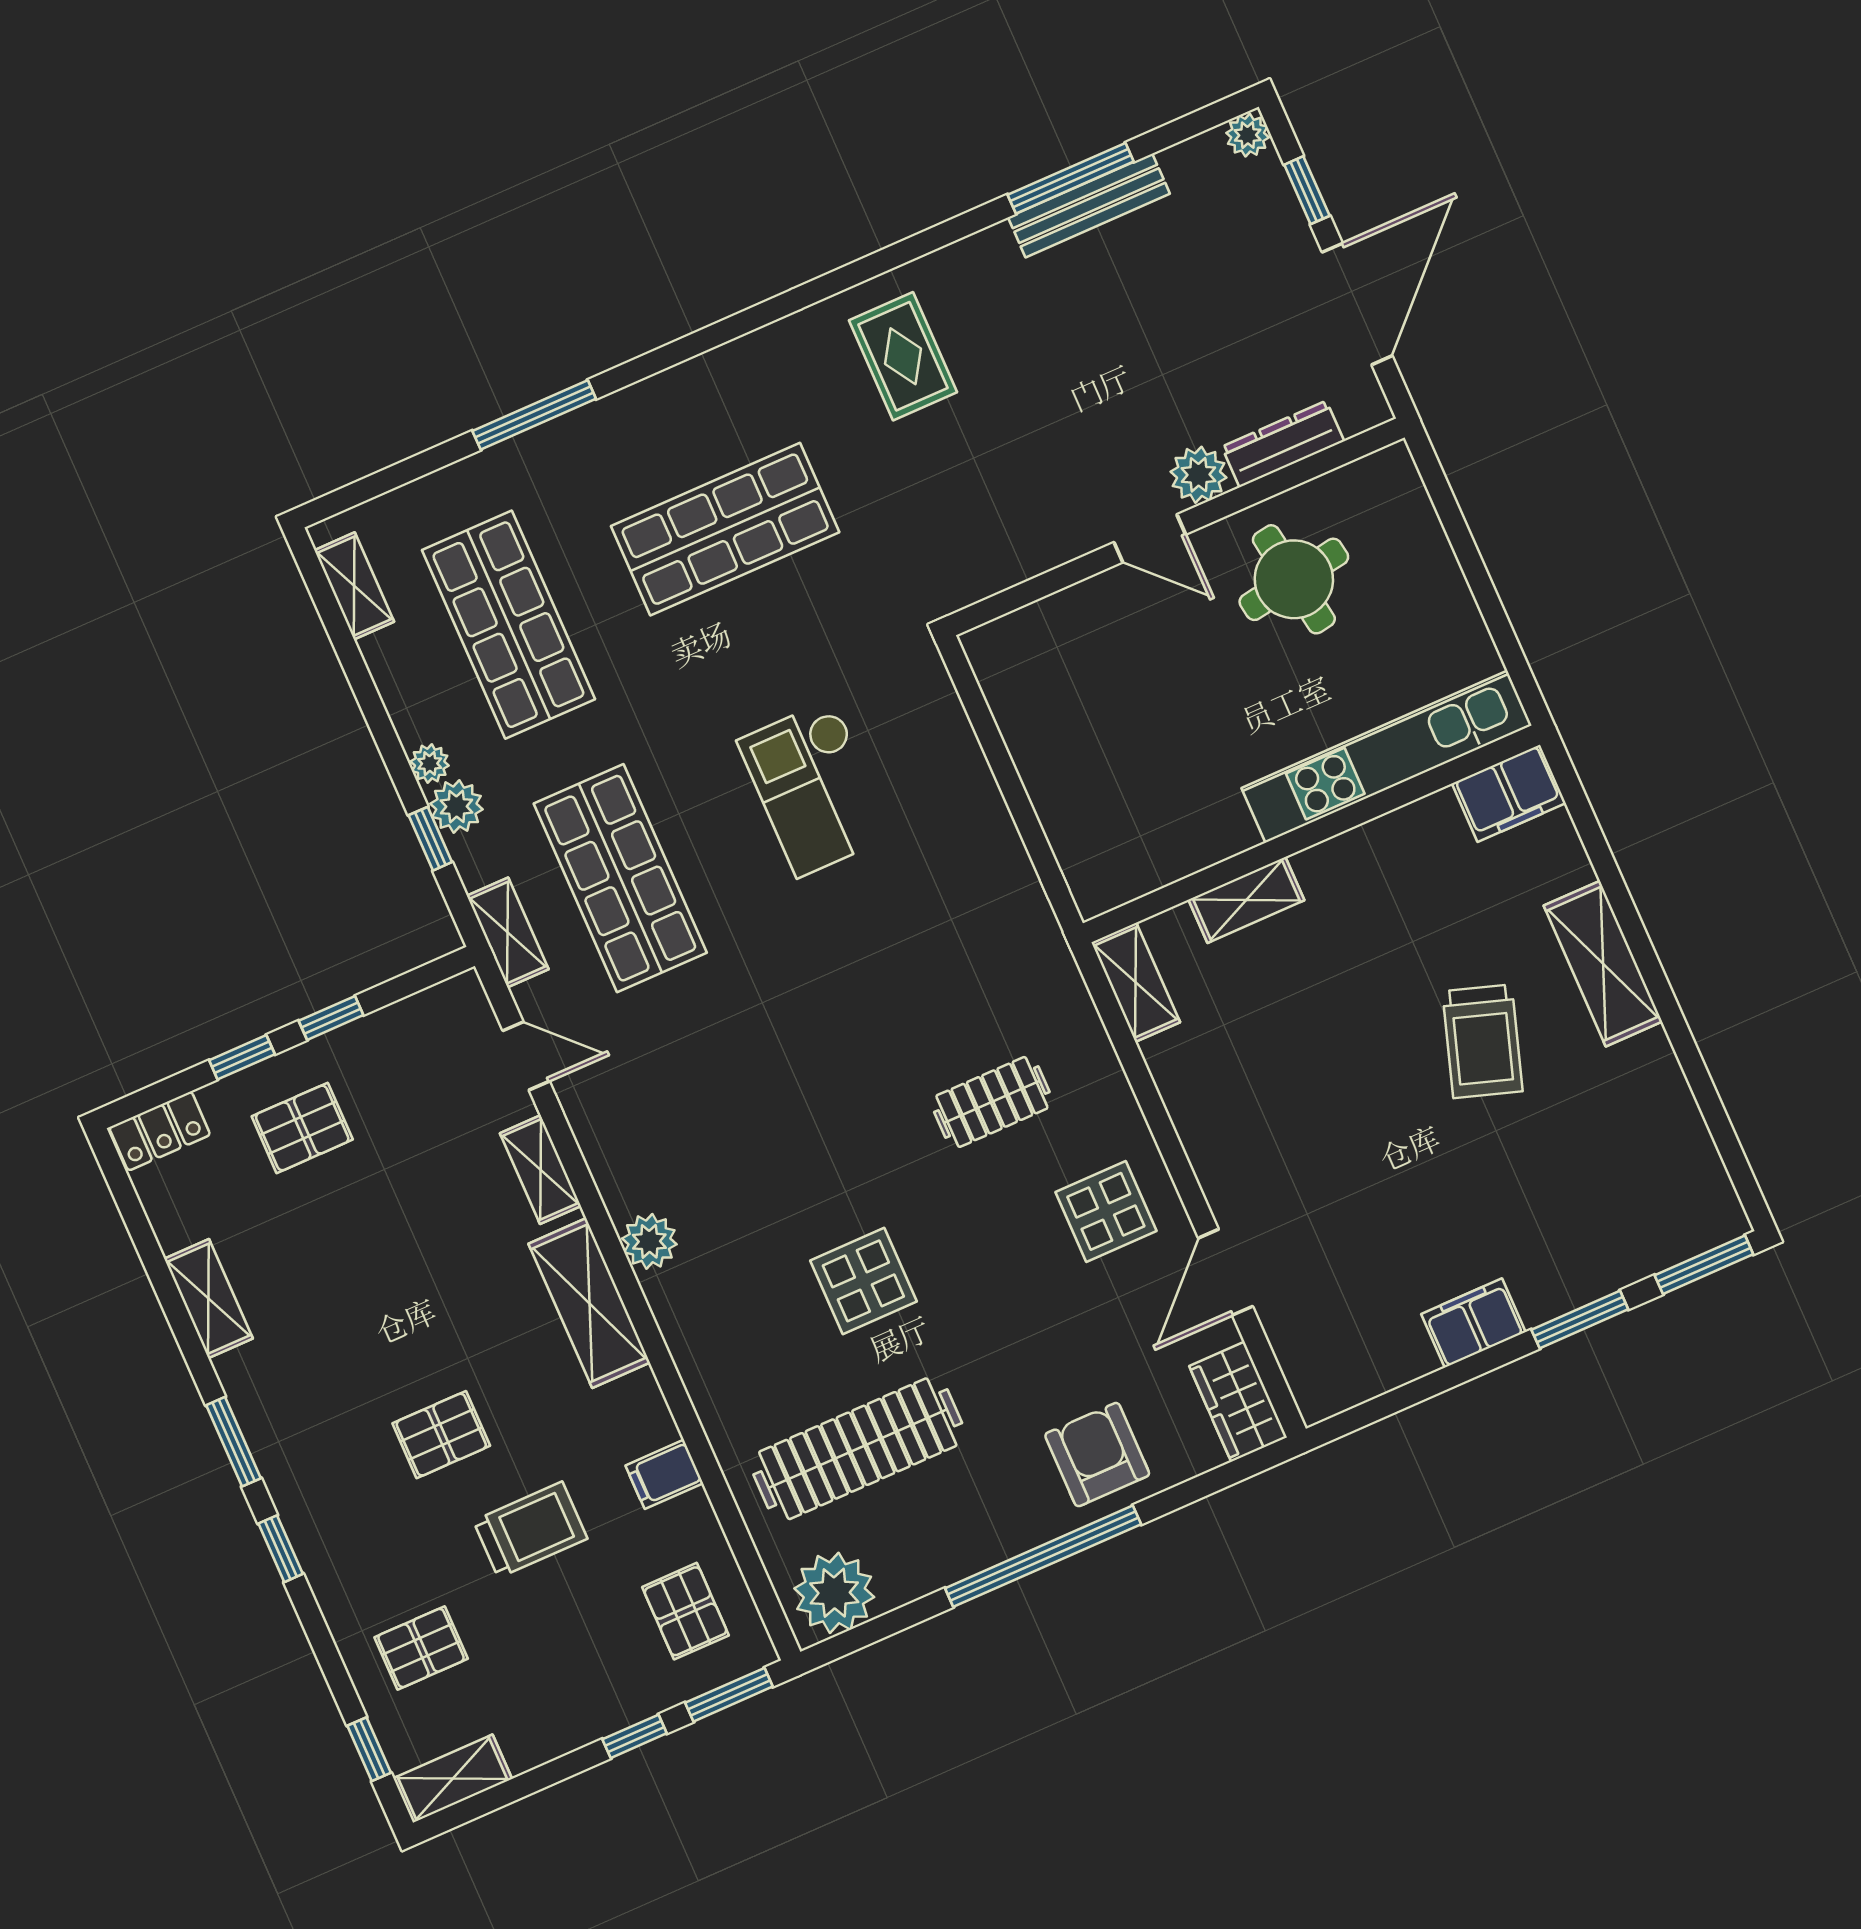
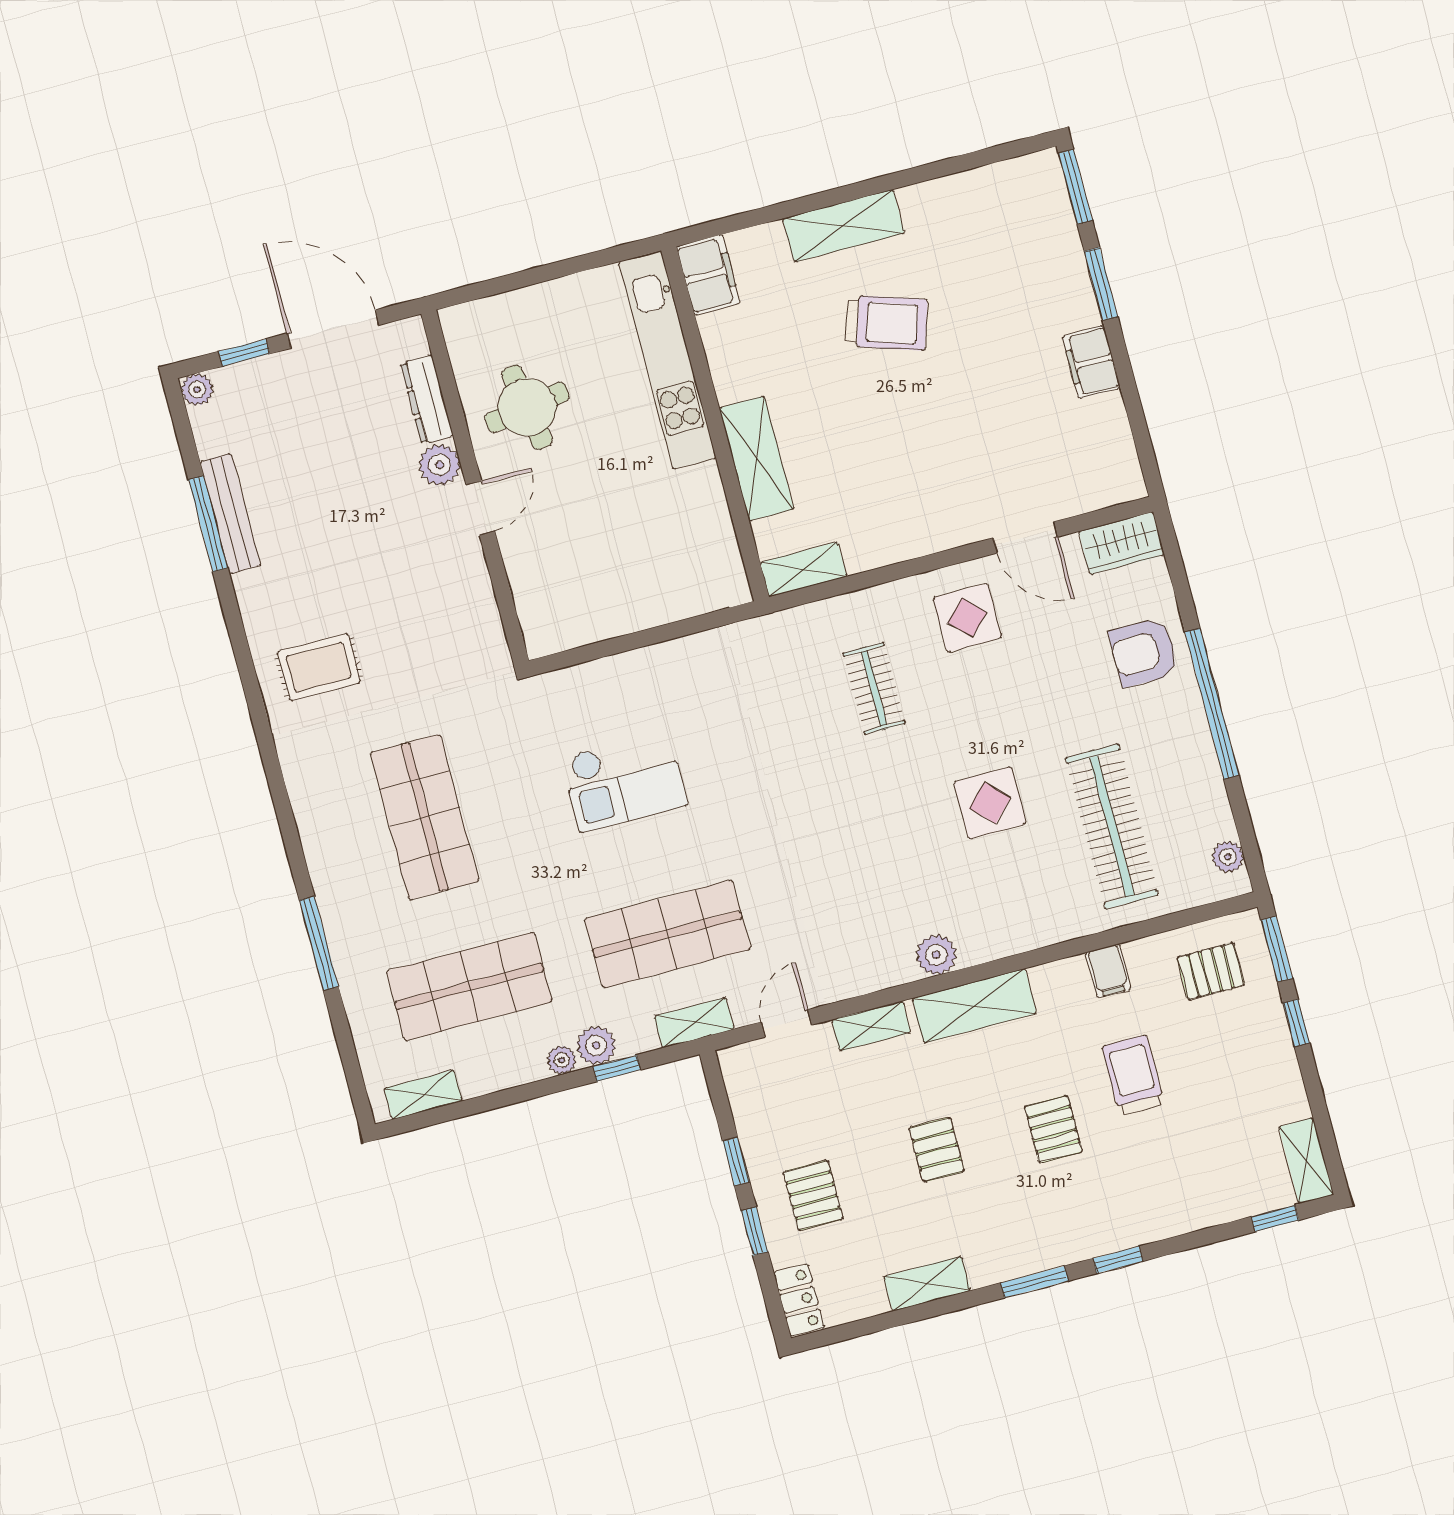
shelving: (1246, 900) -> (757, 459), width x1.50, depth x1.33
plant: (834, 1593) -> (1228, 857), width x0.53, depth x0.53
pallet: (421, 1648) -> (937, 1150), moved

